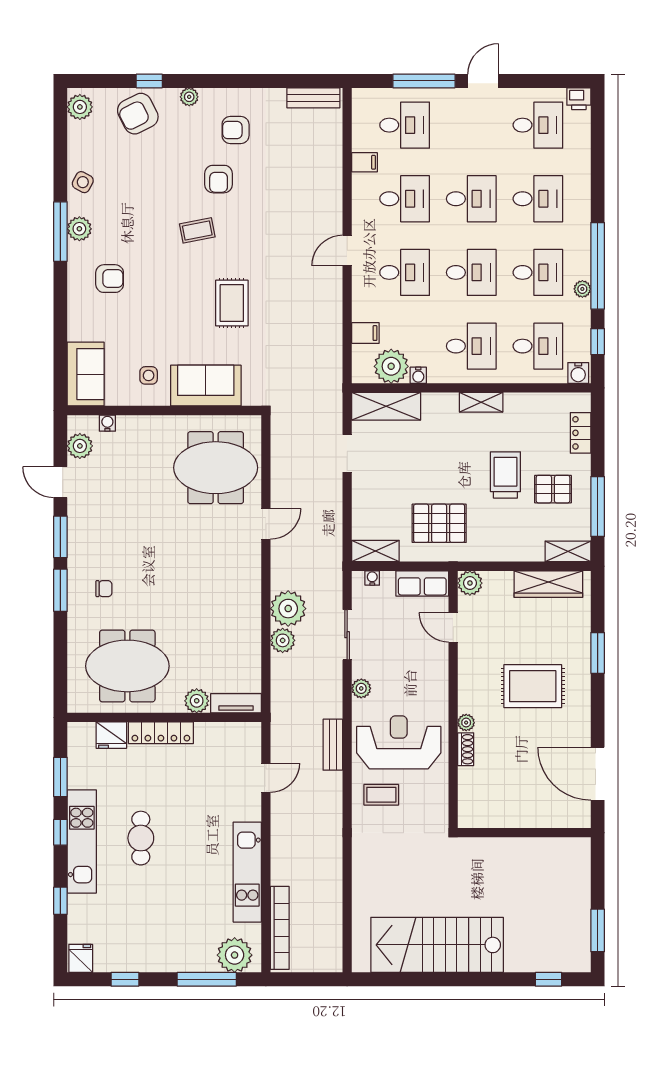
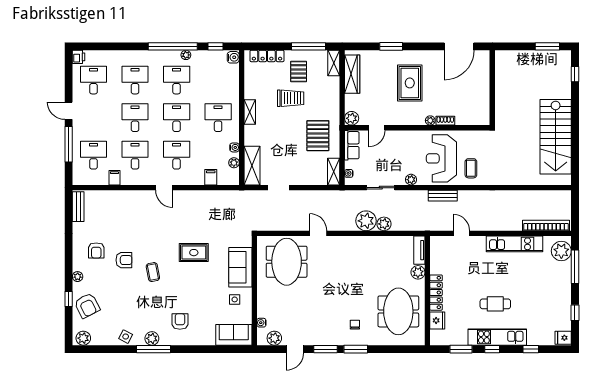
desk: (538, 346) -> (218, 80), removed
plant: (391, 366) -> (234, 163), width x0.53, depth x0.53
locker: (581, 433) -> (267, 56), width x1.53
trolley: (505, 475) -> (291, 98), turned 180

